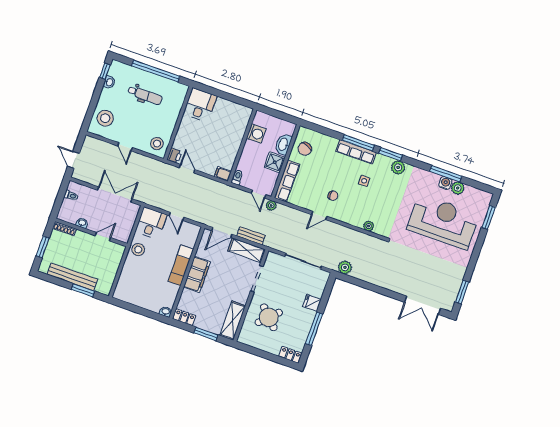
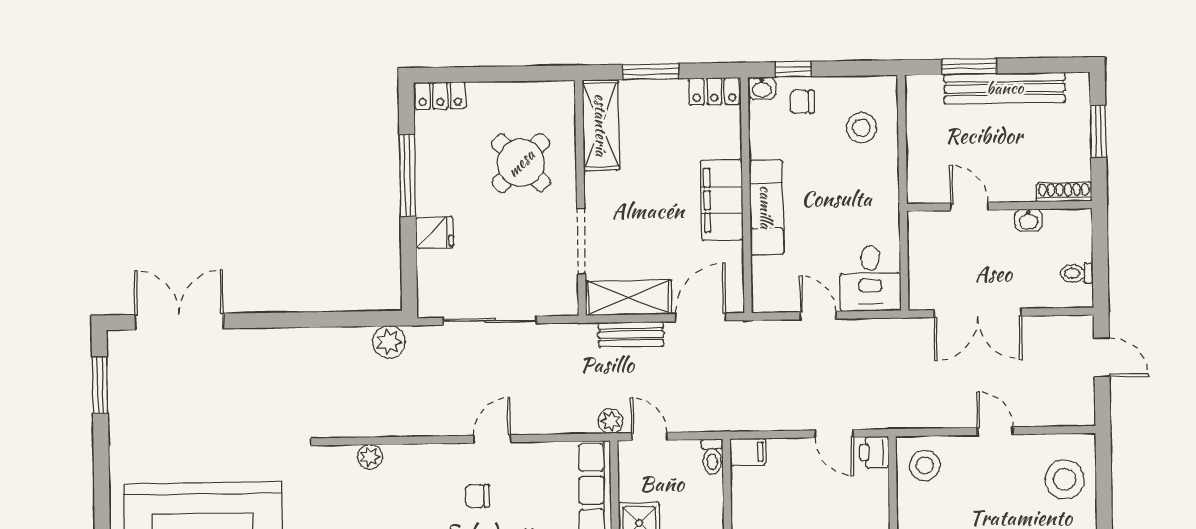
door: (103, 237) -> (969, 207), swing flipped
stool: (138, 250) -> (861, 128), moved
chair: (152, 301) -> (802, 102), added
window: (151, 314) -> (793, 69), added

